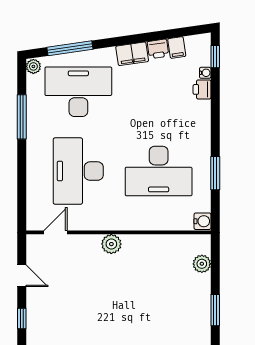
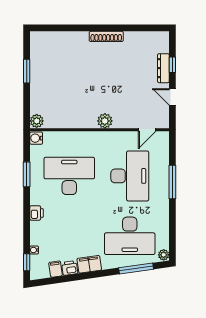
printer: (202, 89) -> (37, 213), moved
window: (22, 117) -> (172, 182), moved
plant: (202, 264) -> (37, 121), moved
dresser: (34, 314) -> (163, 68), added

